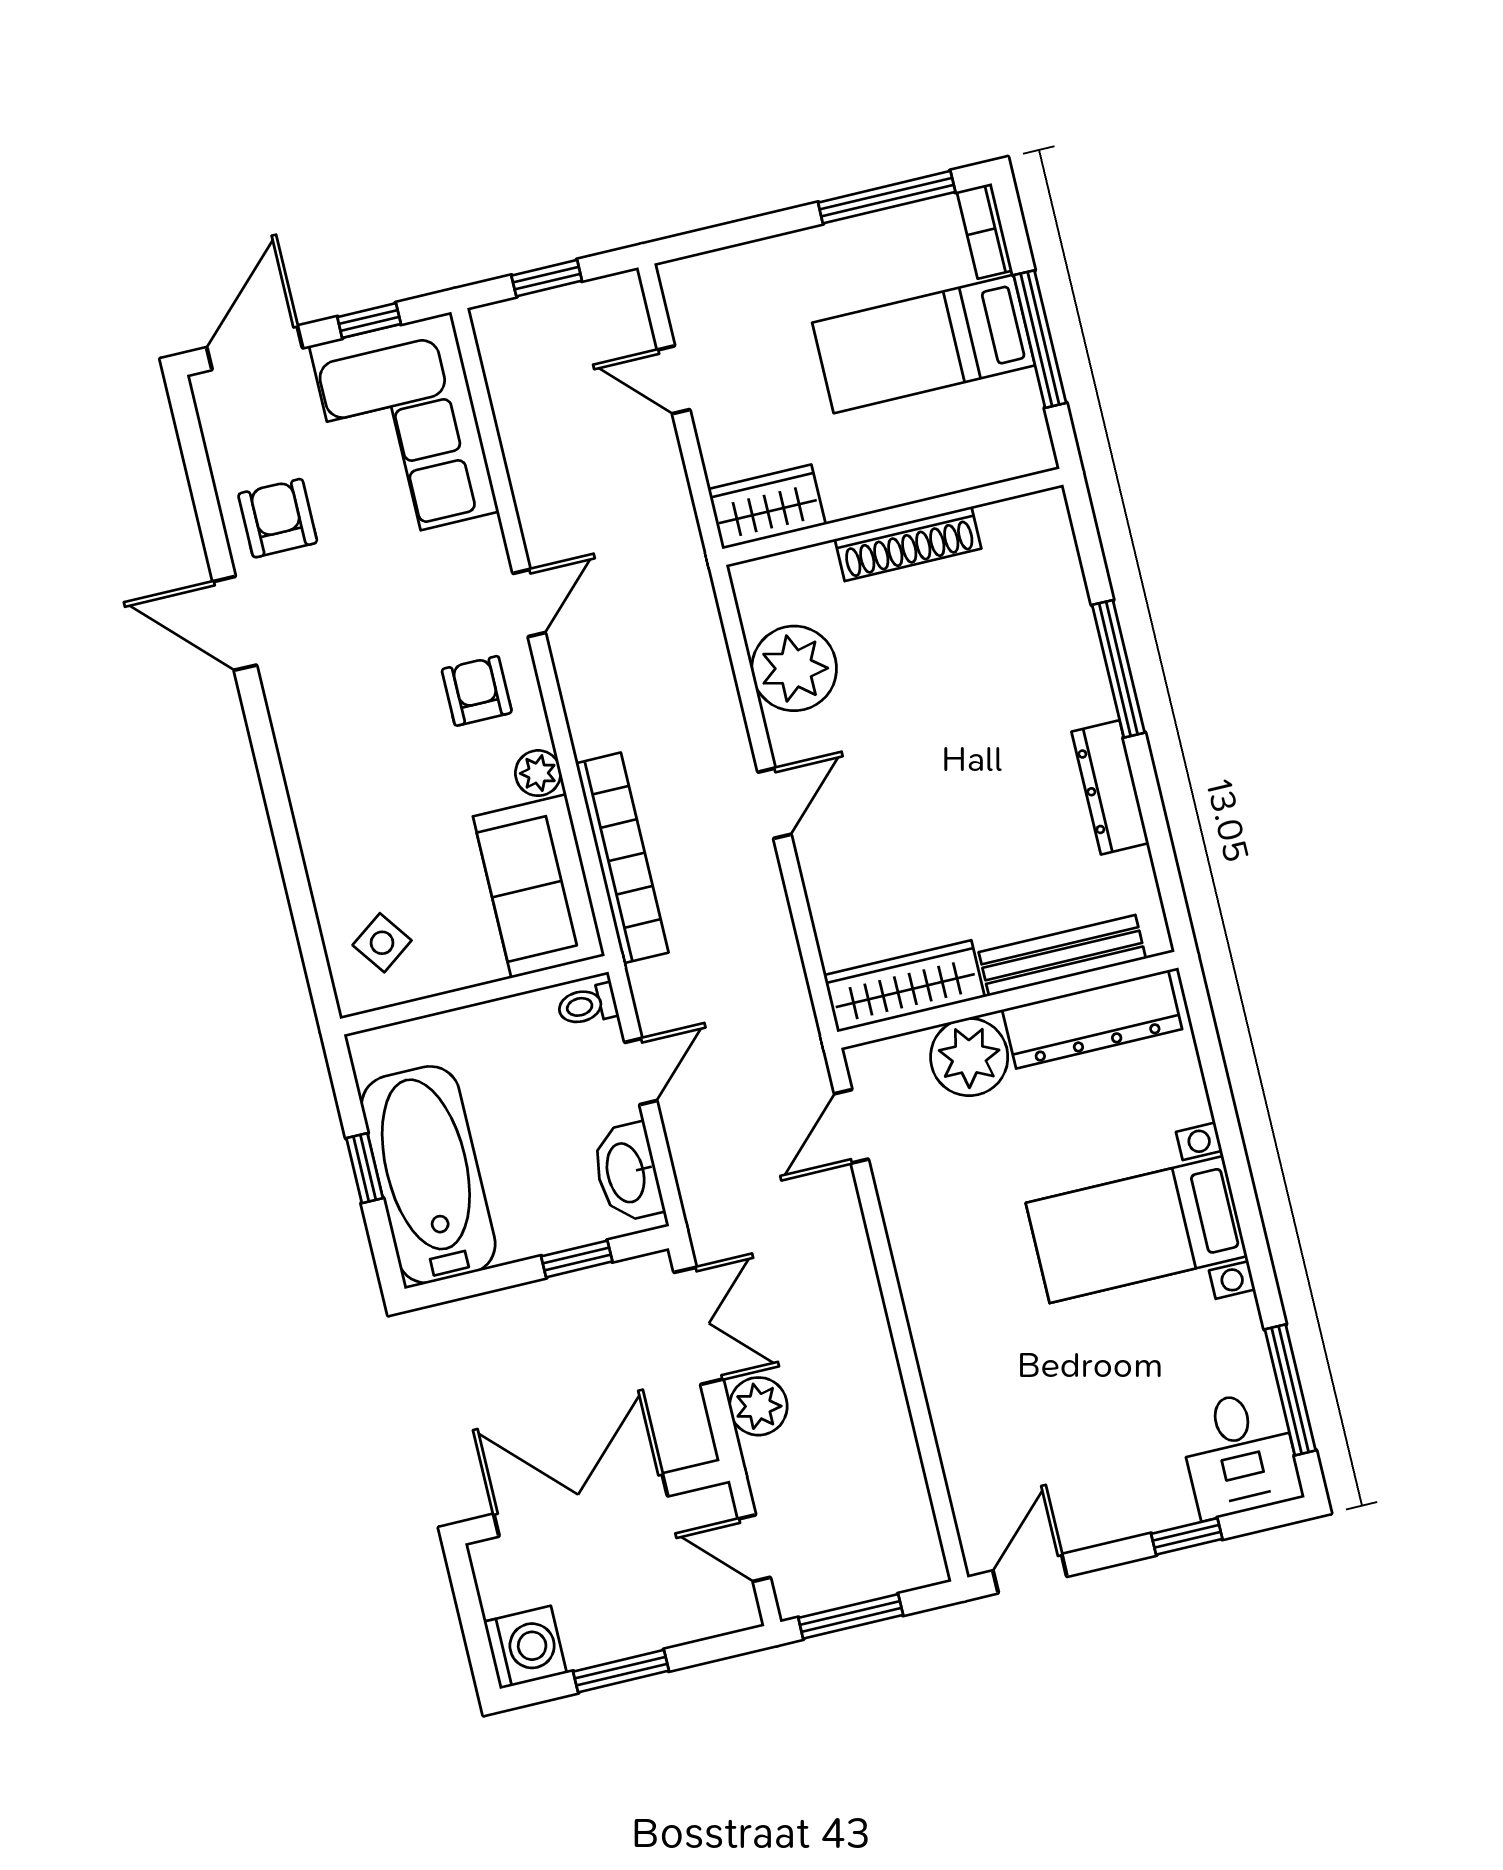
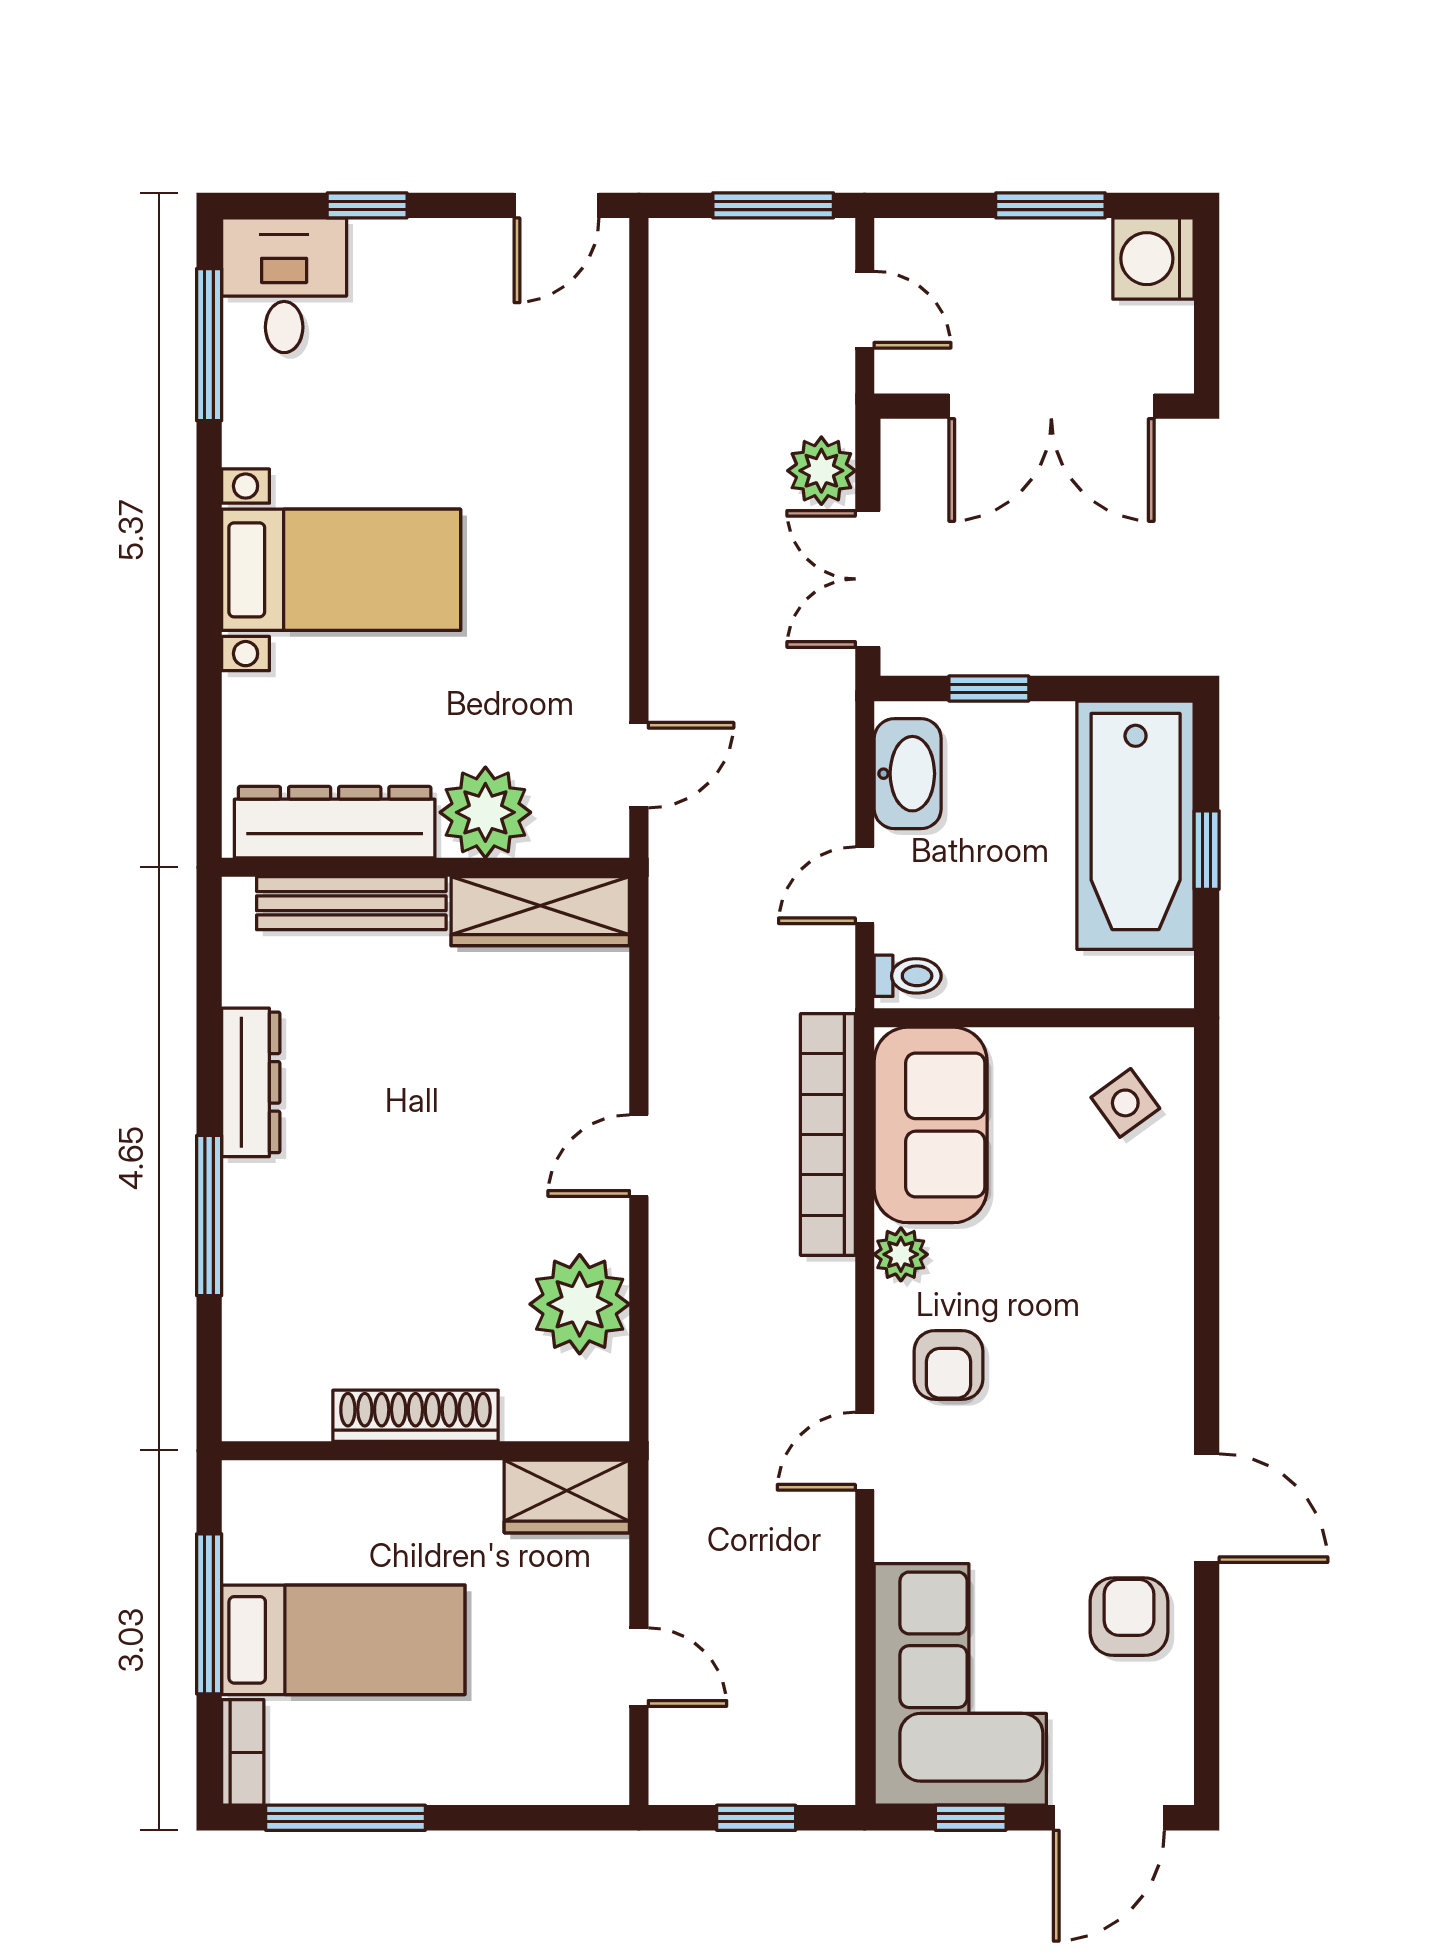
armchair: (278, 518) -> (1129, 1617), turned 180

